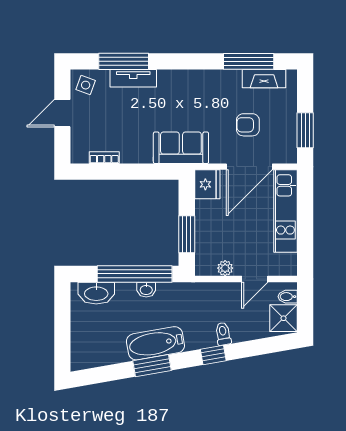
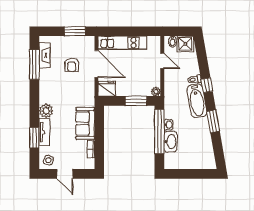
window: (124, 61) -> (34, 138), width x0.69
plant: (170, 81) -> (46, 111), added
sofa: (181, 148) -> (85, 123), moved
plant: (225, 268) -> (156, 92), moved
washbasin: (96, 293) -> (170, 142), moved
bathtub: (155, 343) -> (197, 101), moved

